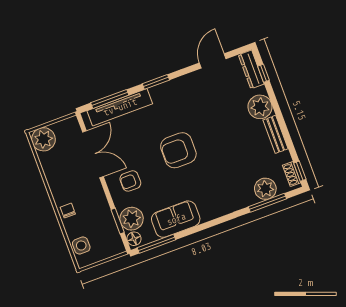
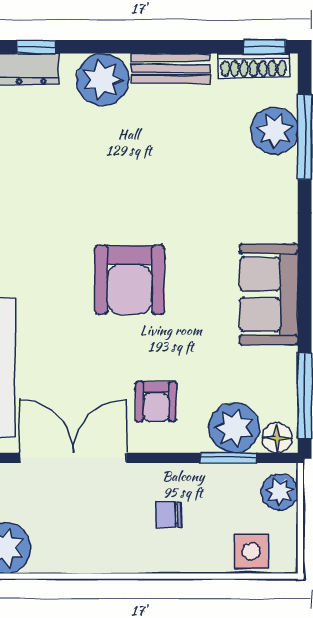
shoe rack: (292, 174) -> (254, 66), width x1.43
chair: (68, 211) -> (169, 515), moved
sofa: (176, 219) -> (269, 294), moved
plant: (111, 248) -> (280, 492), added

